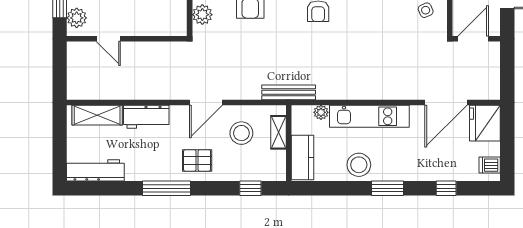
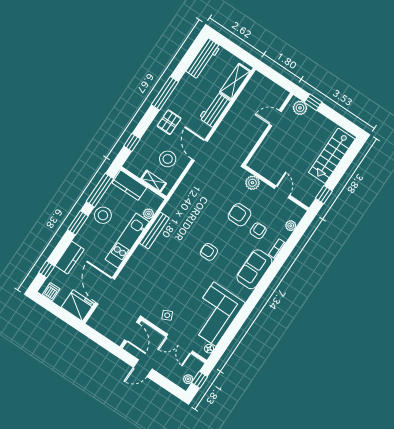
bench: (289, 92) -> (154, 231), moved
kitchen counter: (435, 170) -> (70, 258), added
window: (332, 188) -> (100, 190), added
window: (446, 188) -> (47, 269), moved

